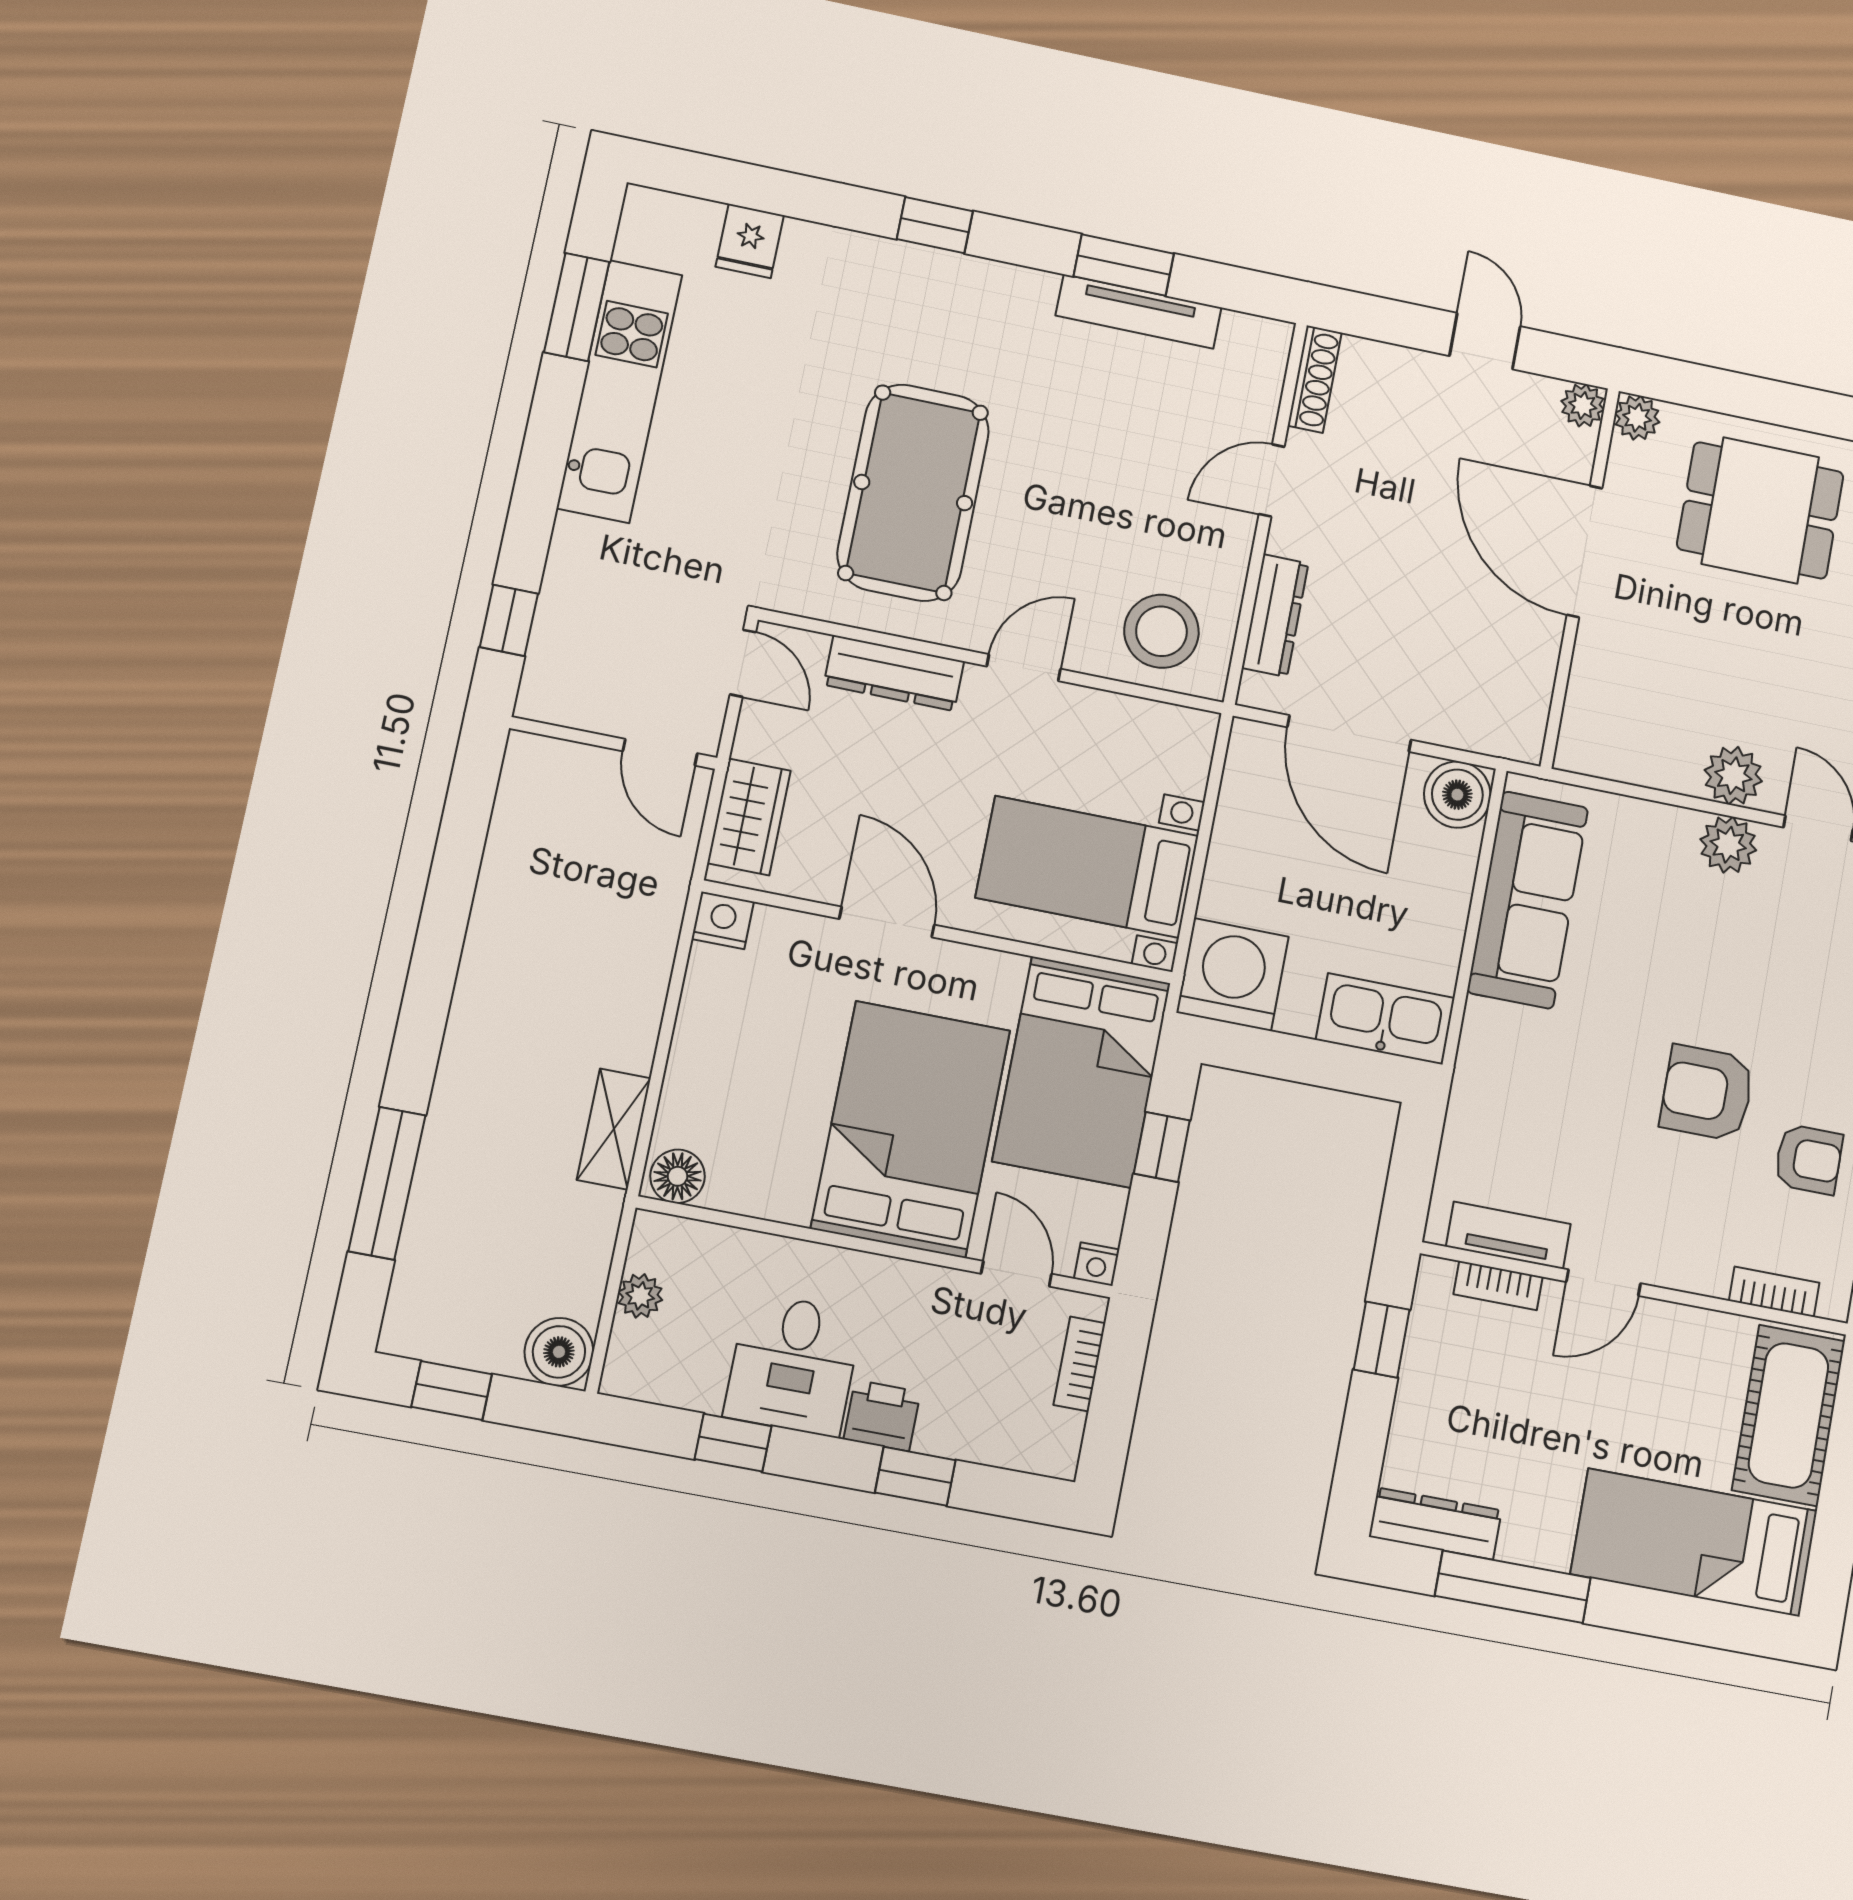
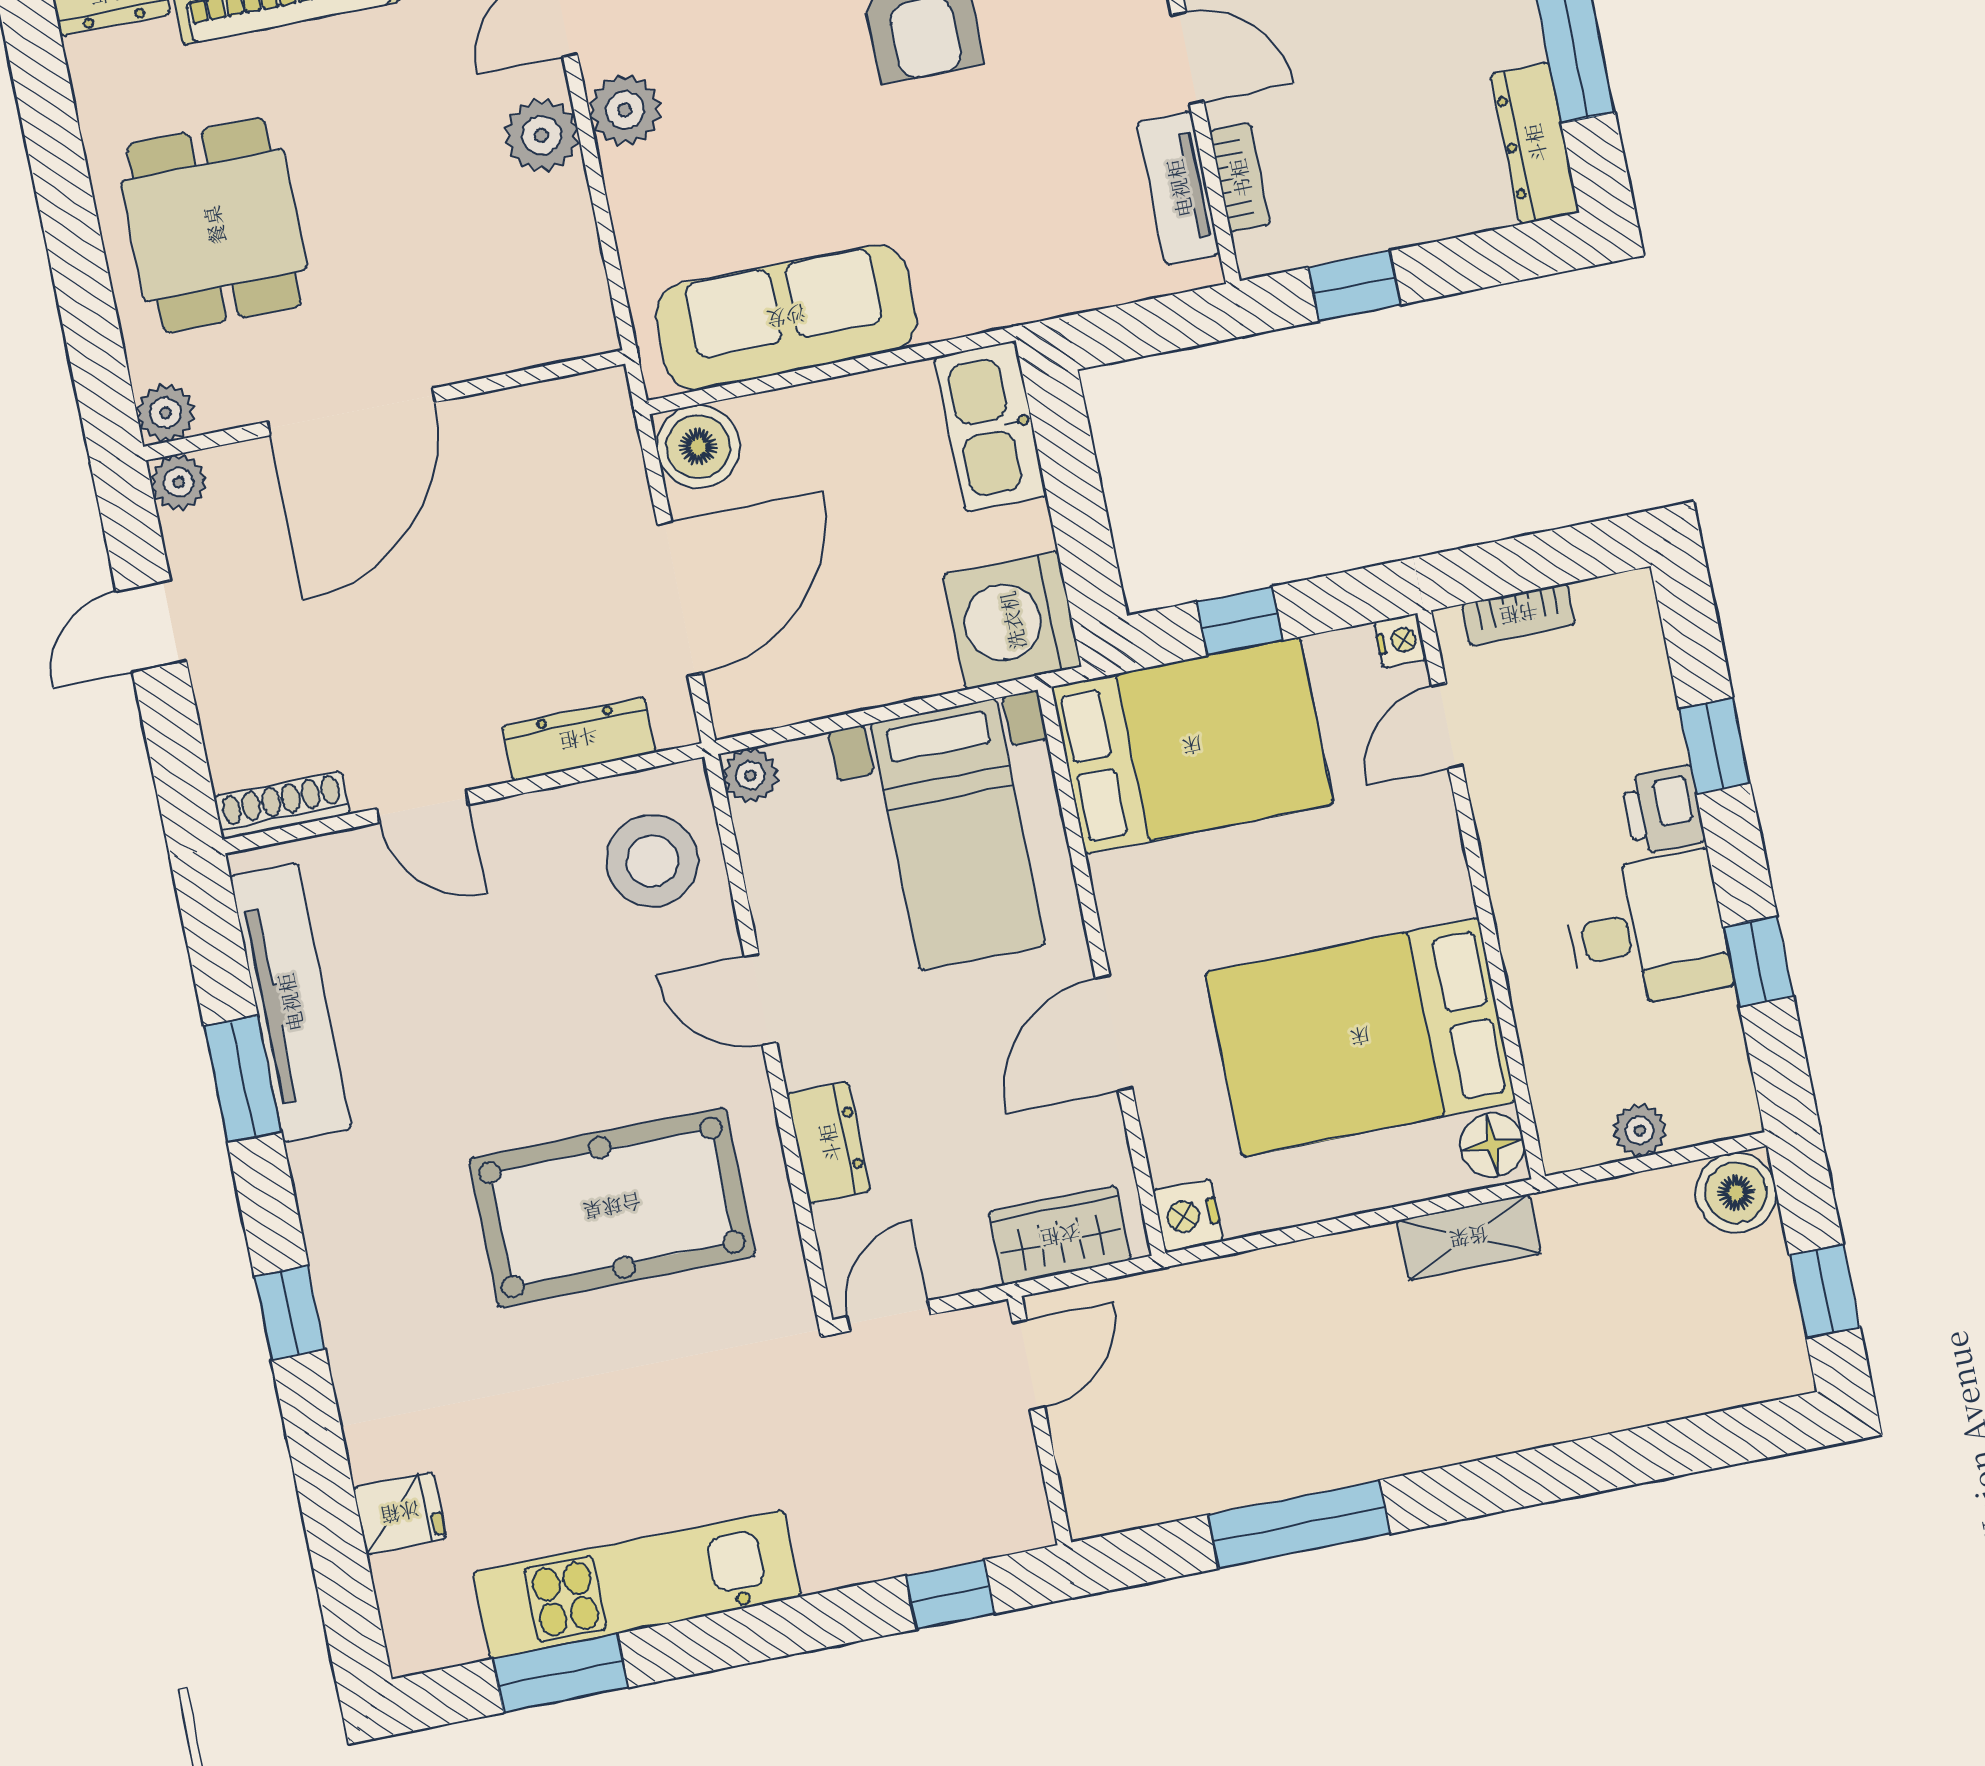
tv unit: (1139, 311) -> (290, 1002), width x1.36, depth x1.29
dresser: (894, 673) -> (829, 1143), width x0.70
plant: (1196, 730) -> (750, 775), added
bed: (911, 1129) -> (1360, 1037), moved
window: (387, 1183) -> (1299, 1524), moved

